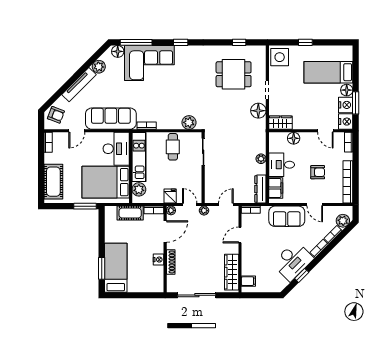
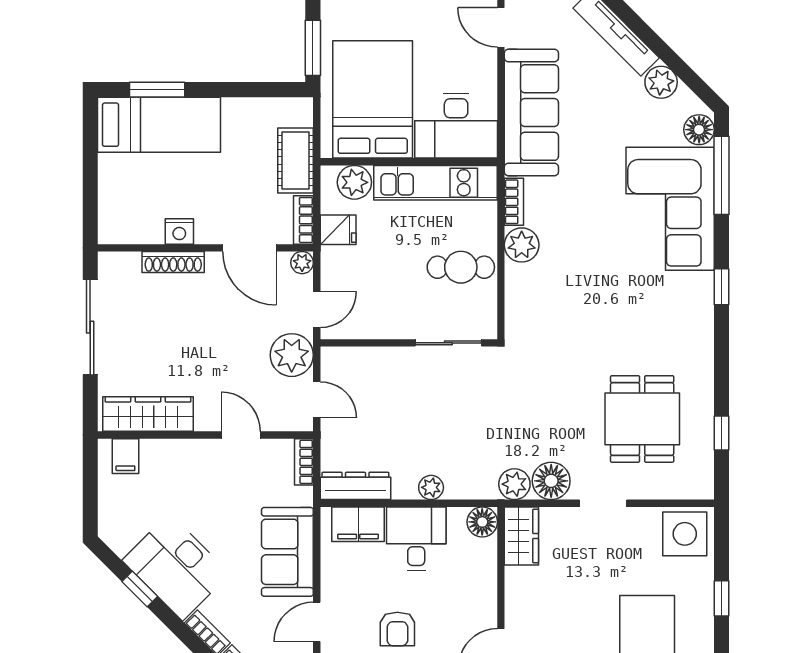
plant: (189, 122) -> (522, 245), moved
plant: (260, 125) -> (514, 484), added
floor lamp: (294, 138) -> (482, 522), moved
fridge: (170, 196) -> (338, 230), moved
plant: (204, 211) -> (292, 355), width x1.88, depth x1.88

